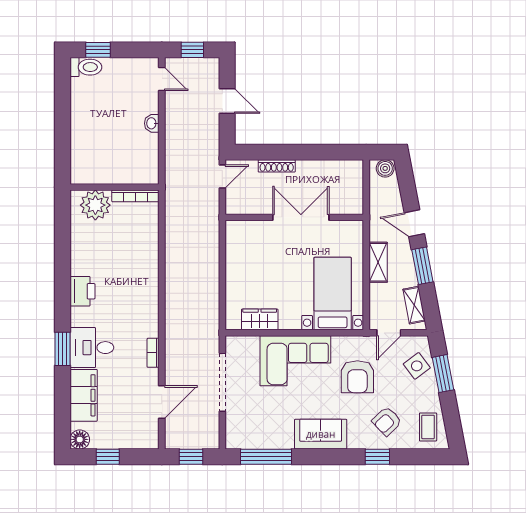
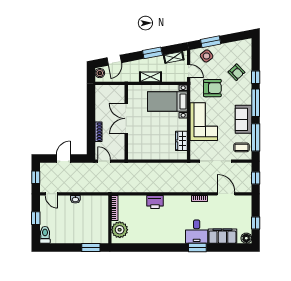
window: (98, 50) -> (36, 218), moved
door: (162, 79) -> (51, 194), swing flipped
window: (62, 152) -> (91, 248), added
door: (414, 223) -> (114, 60), moved
printer: (82, 291) -> (155, 202), moved, turned 180
coffee table: (428, 427) -> (241, 147), moved
sofa: (321, 434) -> (243, 119), moved
window: (330, 457) -> (256, 103), added

